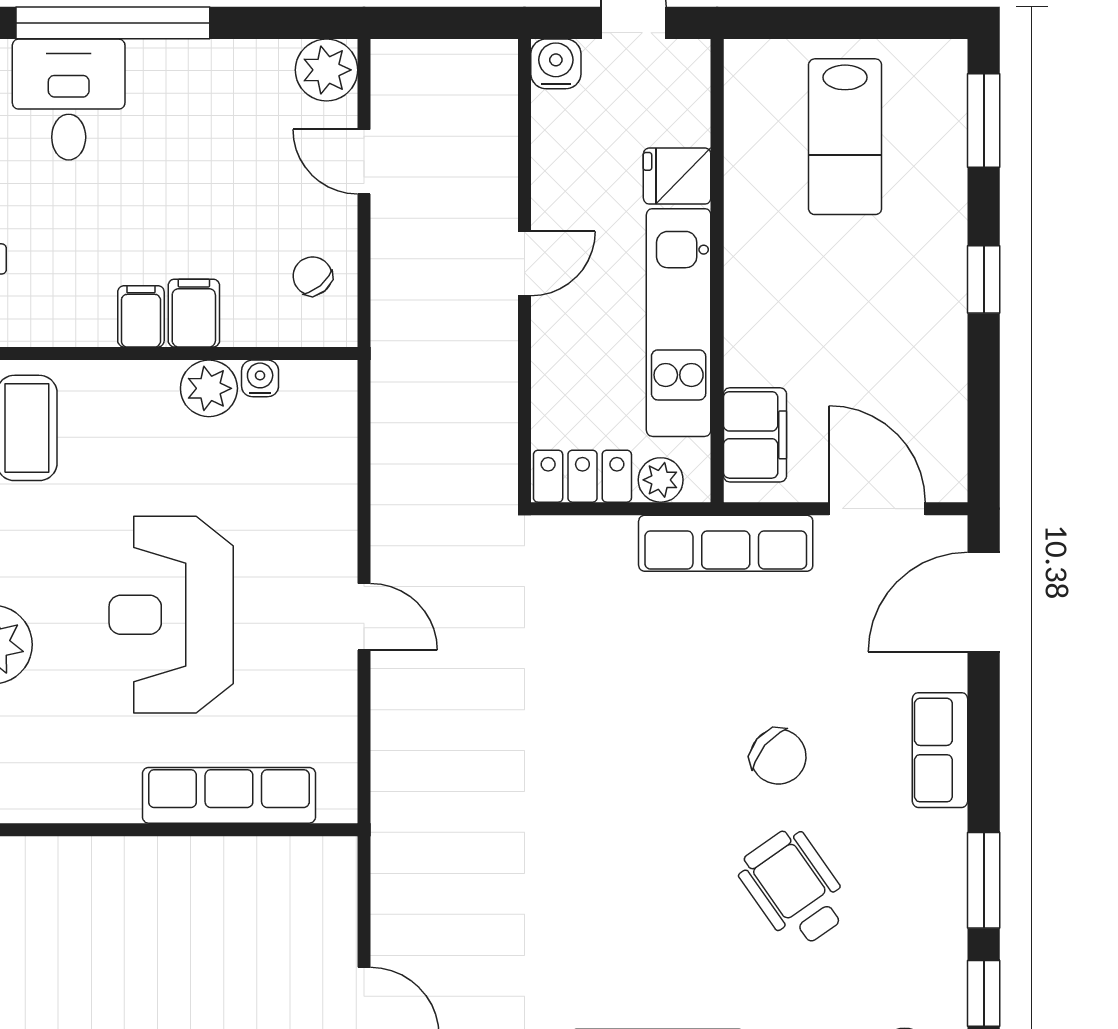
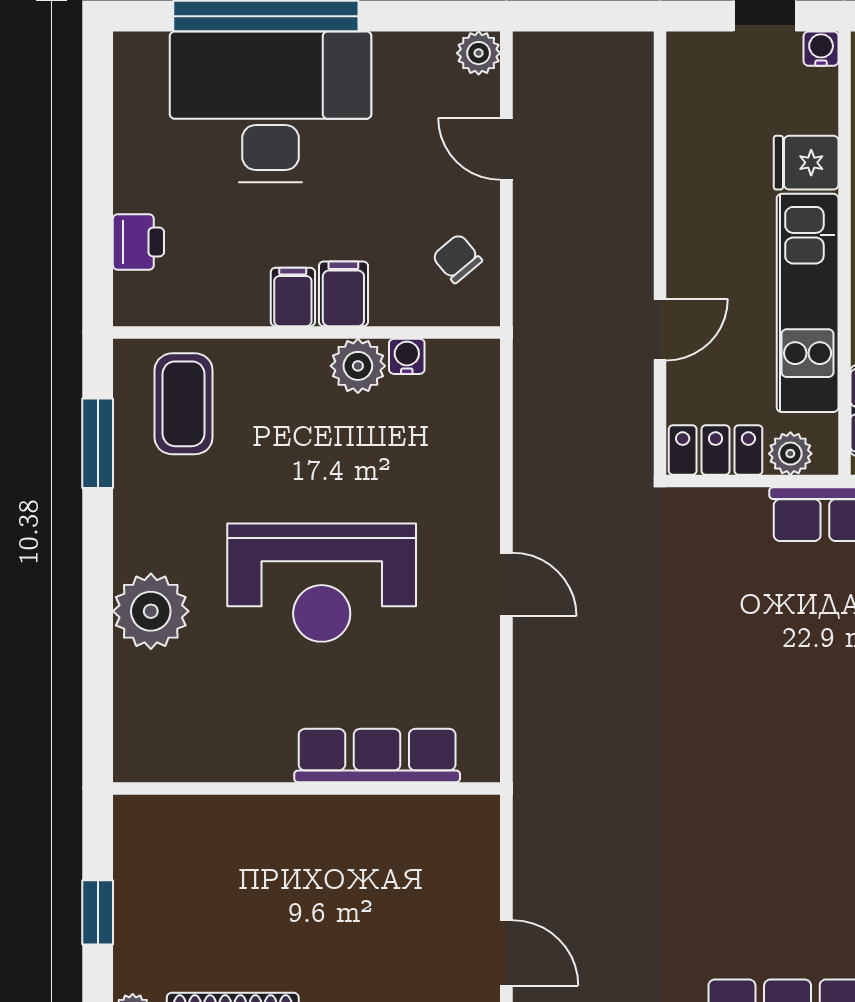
water cooler: (556, 64) -> (821, 49), moved, width x0.72, depth x0.72
plant: (327, 70) -> (479, 53), width x0.73, depth x0.73
desk: (69, 100) -> (271, 107), width x1.87, depth x1.30
door: (525, 263) -> (660, 330), moved
reception desk: (171, 615) -> (322, 583), turned -90

